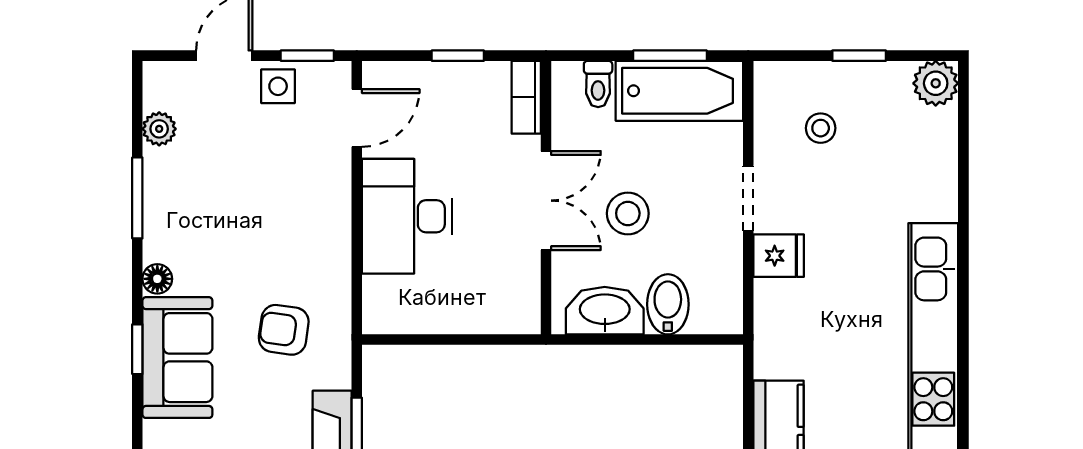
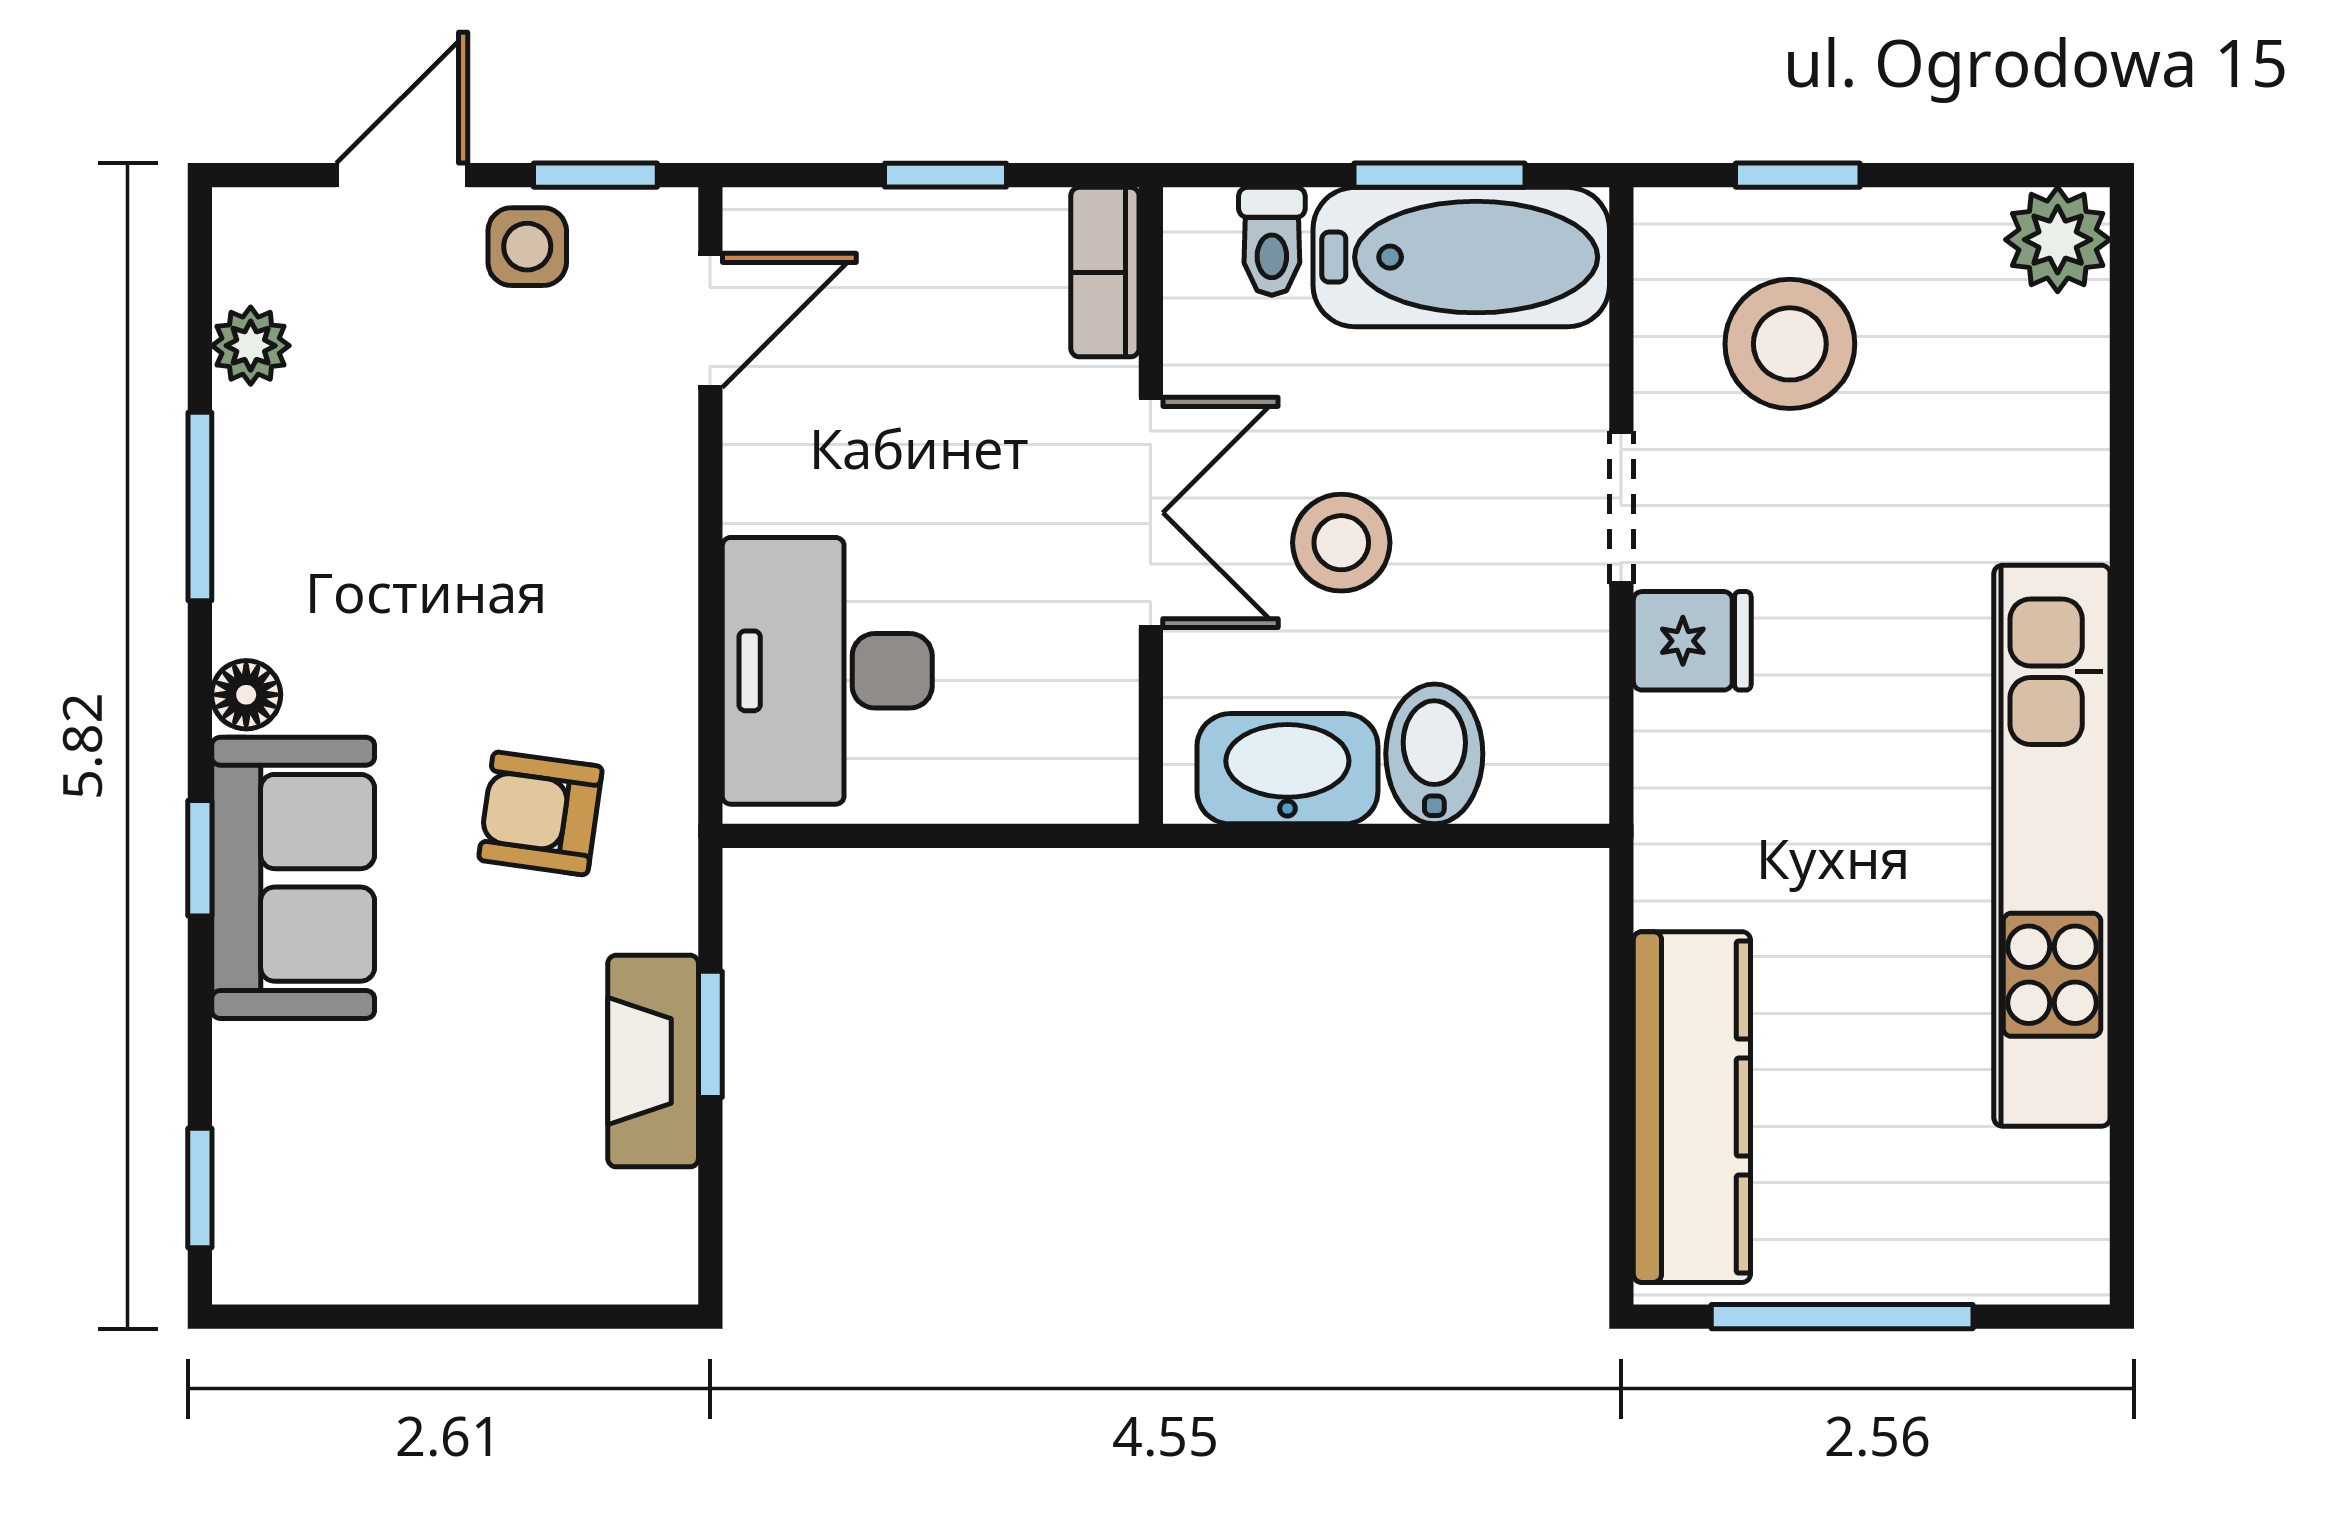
window: (859, 56) -> (1798, 175), moved
stool: (821, 128) -> (1790, 344), width x1.89, depth x1.89
desk: (407, 216) -> (827, 671), moved

